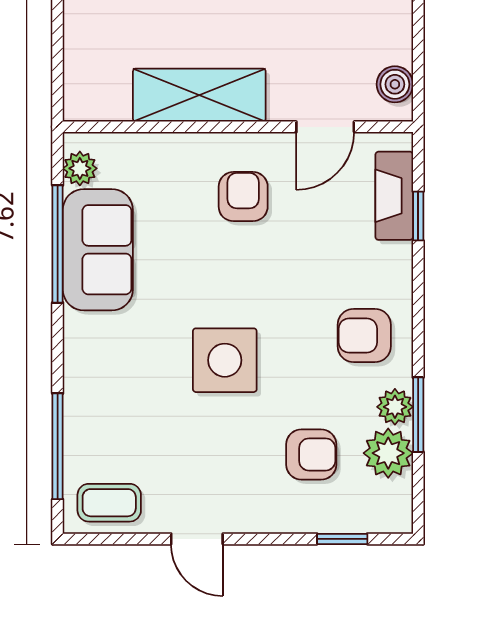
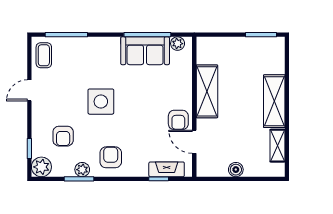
boiler: (395, 84) -> (236, 170), moved
armchair: (243, 197) -> (178, 120), moved, turned 90
plant: (388, 453) -> (41, 167), moved

